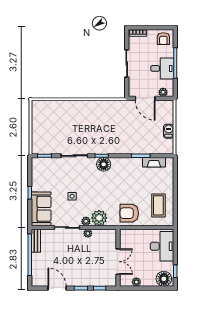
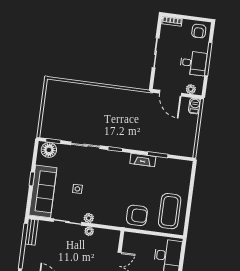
barbecue: (169, 131) -> (195, 106), moved
fireplace: (154, 162) -> (143, 160), moved
floor lamp: (104, 164) -> (49, 150), moved
coffee table: (158, 205) -> (170, 211), width x1.36, depth x1.32
sofa: (41, 209) -> (43, 191), width x1.36
armchair: (129, 213) -> (137, 215), turned 180
plant: (99, 218) -> (104, 216), removed

